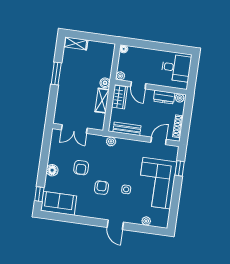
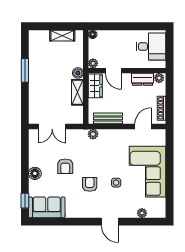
shelving: (76, 43) -> (62, 36), moved
window: (180, 168) -> (169, 152), removed

